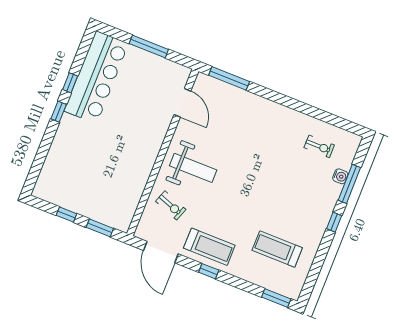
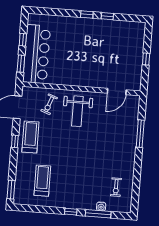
window: (149, 46) -> (146, 59), width x0.46
bar counter: (96, 77) -> (37, 54), moved, turned -90
window: (229, 78) -> (140, 134), moved
treadmill: (209, 247) -> (30, 137), turned 180

